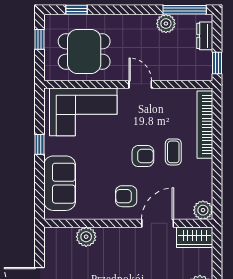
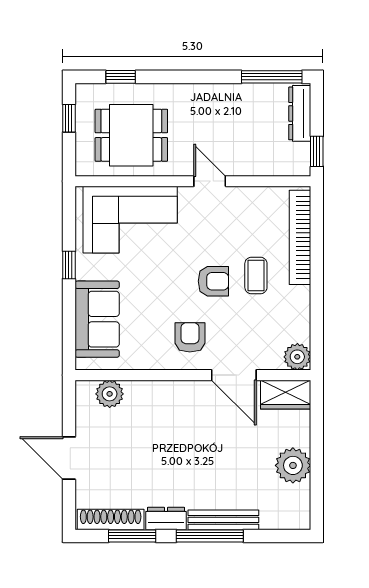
plant: (166, 24) -> (246, 96), removed
dresser: (205, 36) -> (300, 113), width x1.44
armchair: (126, 196) -> (190, 337), turned 90
door: (158, 223) -> (234, 375), swing flipped
plant: (86, 237) -> (110, 394), moved

